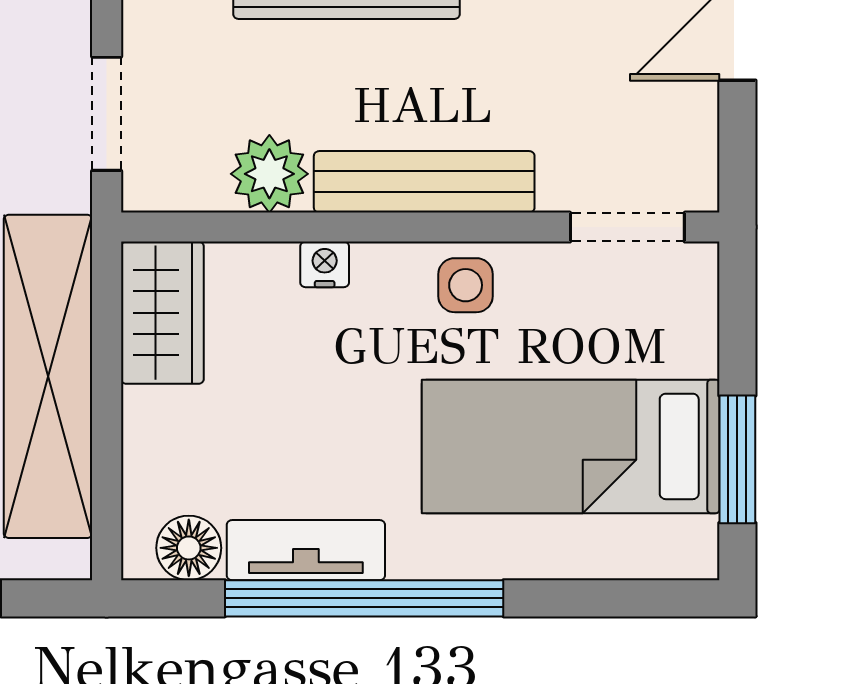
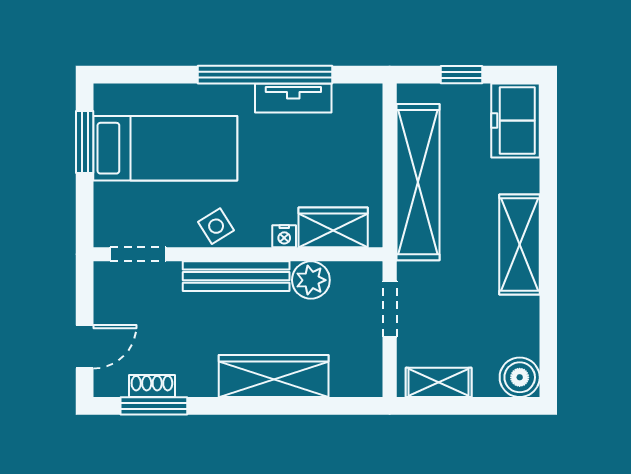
side table: (466, 285) -> (216, 226), turned -32
wardrobe: (162, 313) -> (333, 227), moved, turned 90
floor lamp: (189, 548) -> (350, 99), removed

